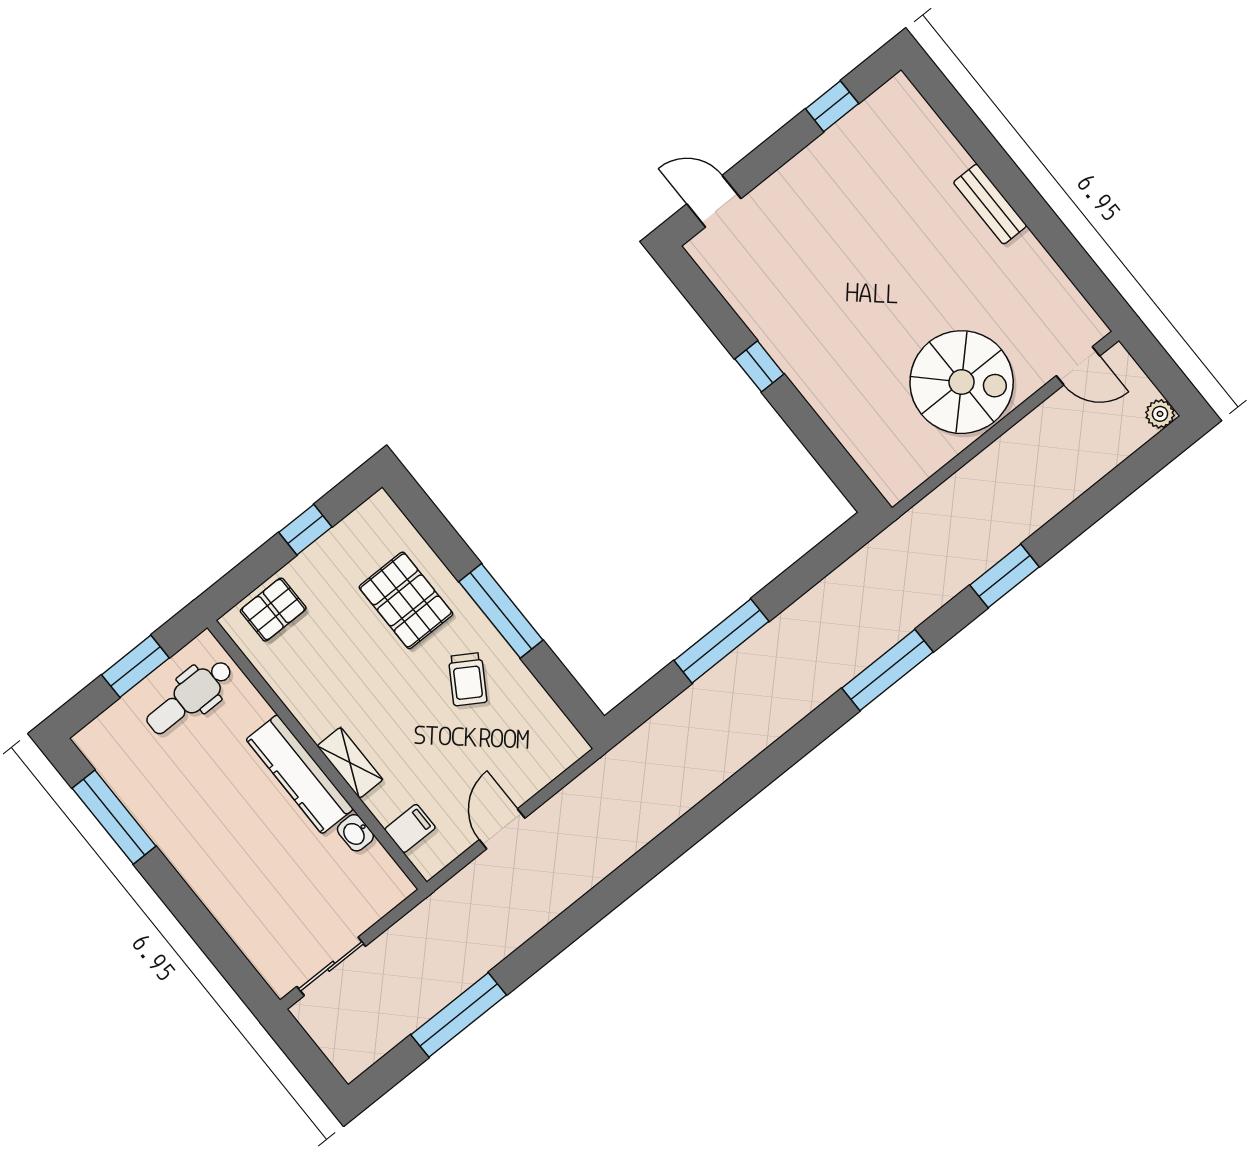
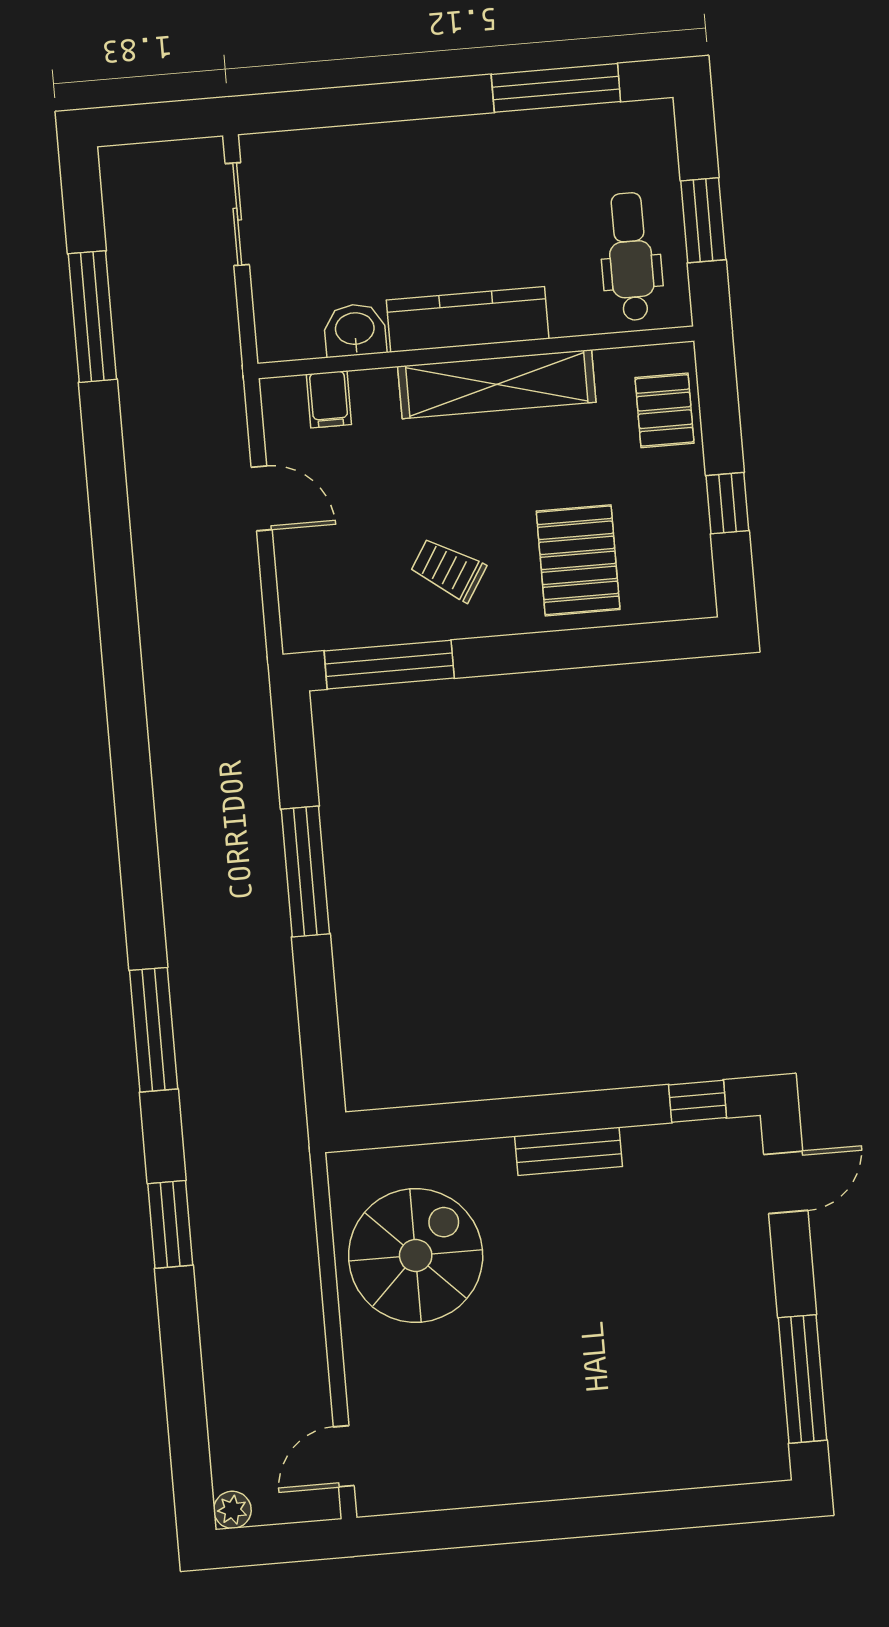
window: (832, 106) -> (803, 1379), width x2.17
bench: (990, 204) -> (569, 1151), moved
window: (759, 366) -> (698, 1101), moved
spiral stairs: (962, 382) -> (416, 1255), moved, turned 180
pallet: (406, 600) -> (578, 560), turned 90
window: (501, 611) -> (389, 665), moved
shelving: (350, 763) -> (497, 384), width x2.20, depth x1.33
washbasin: (355, 833) -> (355, 330), width x1.38, depth x1.45

